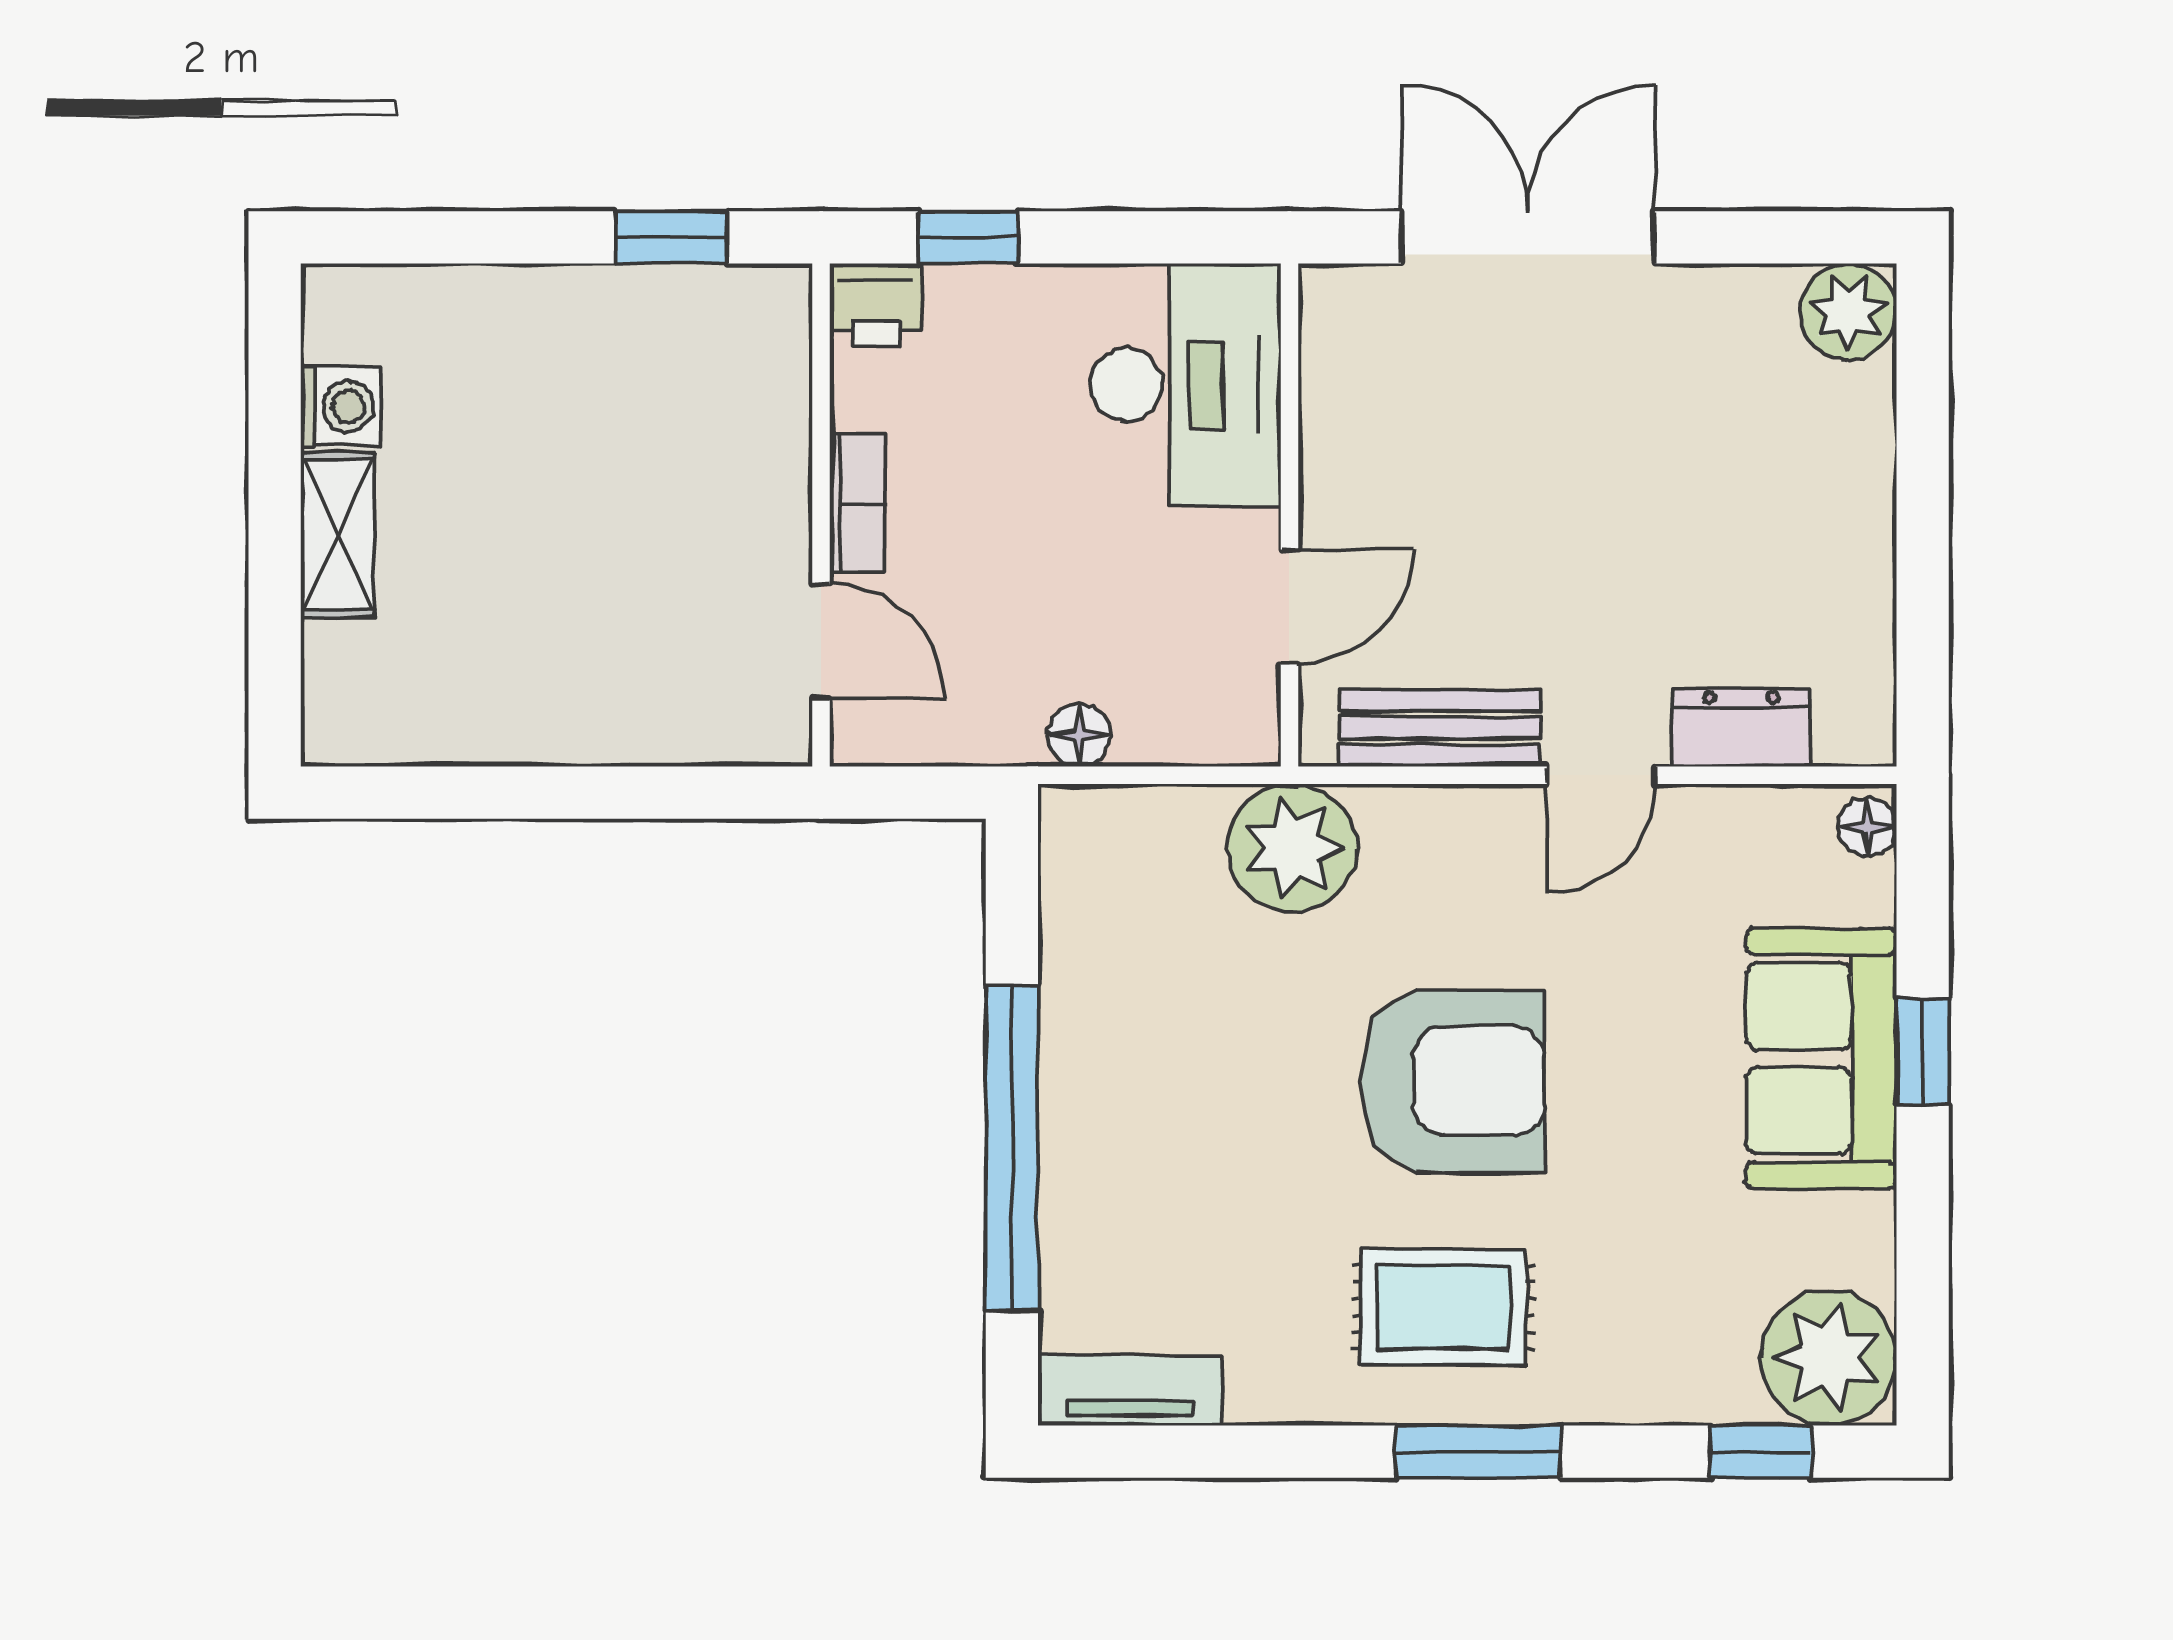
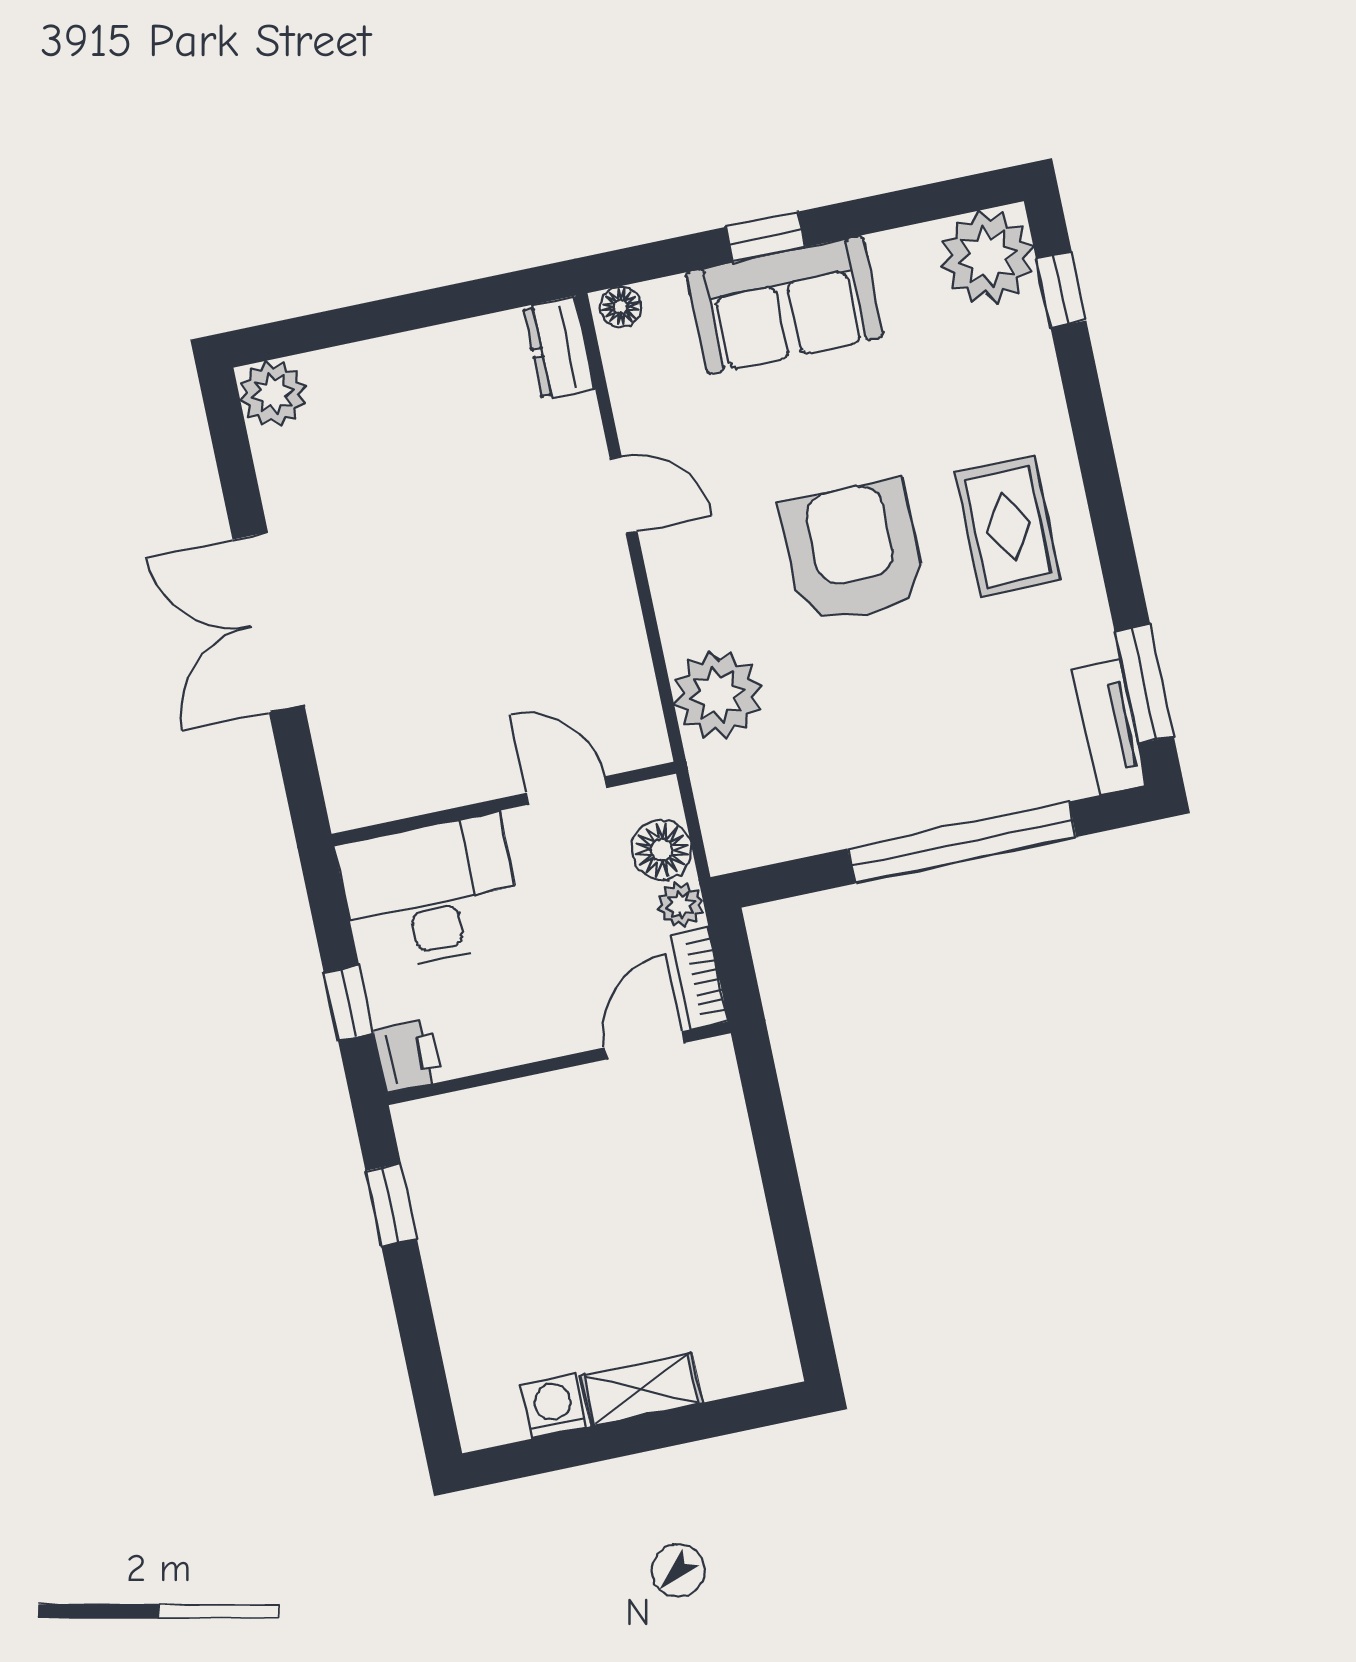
desk: (1185, 385) -> (430, 893), moved
bookcase: (857, 503) -> (700, 978), moved, turned -90
wall: (1289, 515) -> (504, 804), moved
door: (1289, 607) -> (566, 790), moved
bench: (1440, 728) -> (615, 611), removed
dresser: (1741, 728) -> (559, 348), moved
plant: (1008, 734) -> (681, 905), added
floor lamp: (1079, 735) -> (662, 850), width x1.37, depth x1.37
window: (1478, 1452) -> (1144, 684), moved

